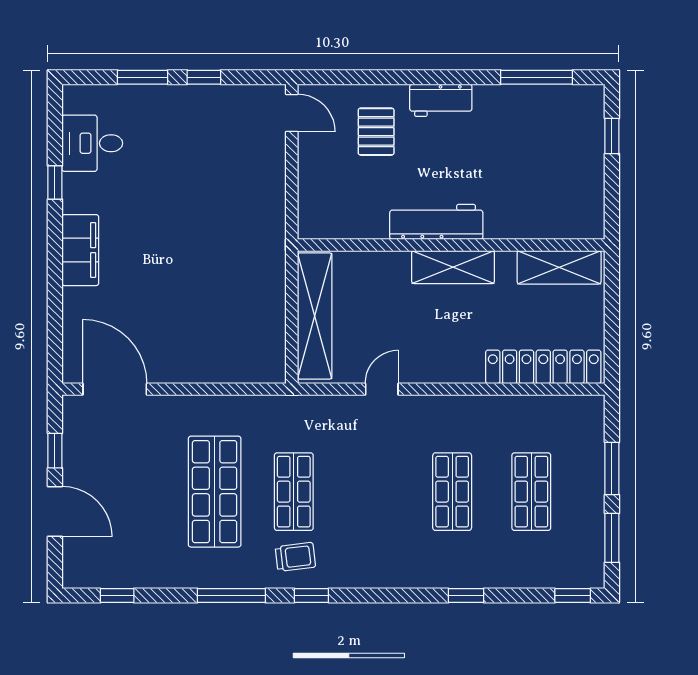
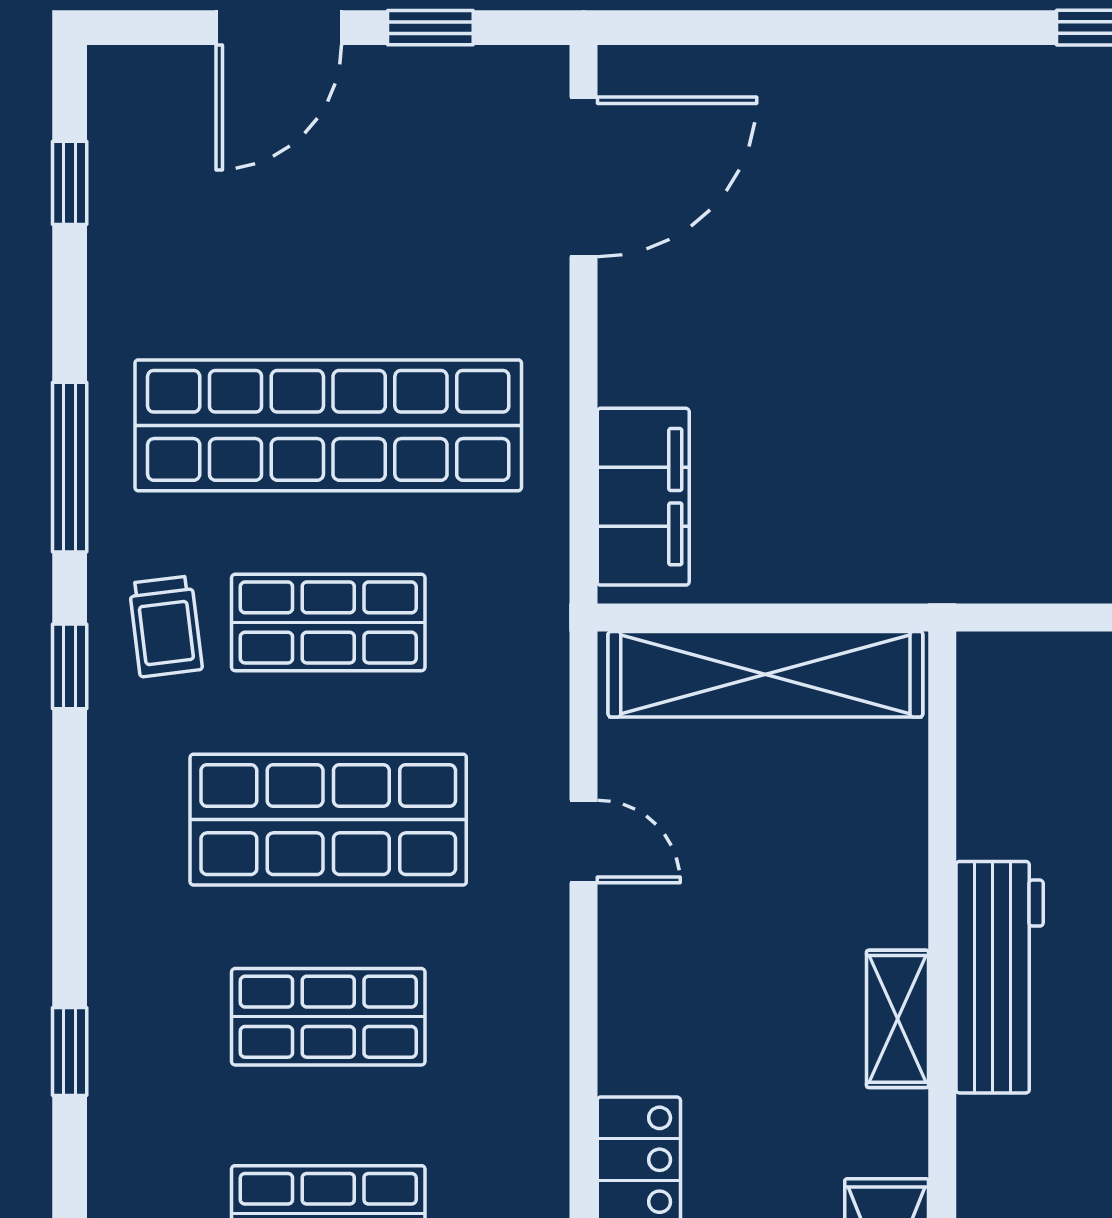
filing cabinet: (80, 250) -> (643, 497), moved, turned -90
shelving: (453, 267) -> (898, 1019), width x0.67, depth x0.75
shop shelf: (215, 492) -> (328, 425), width x1.40
shop shelf: (373, 492) -> (328, 820), added

